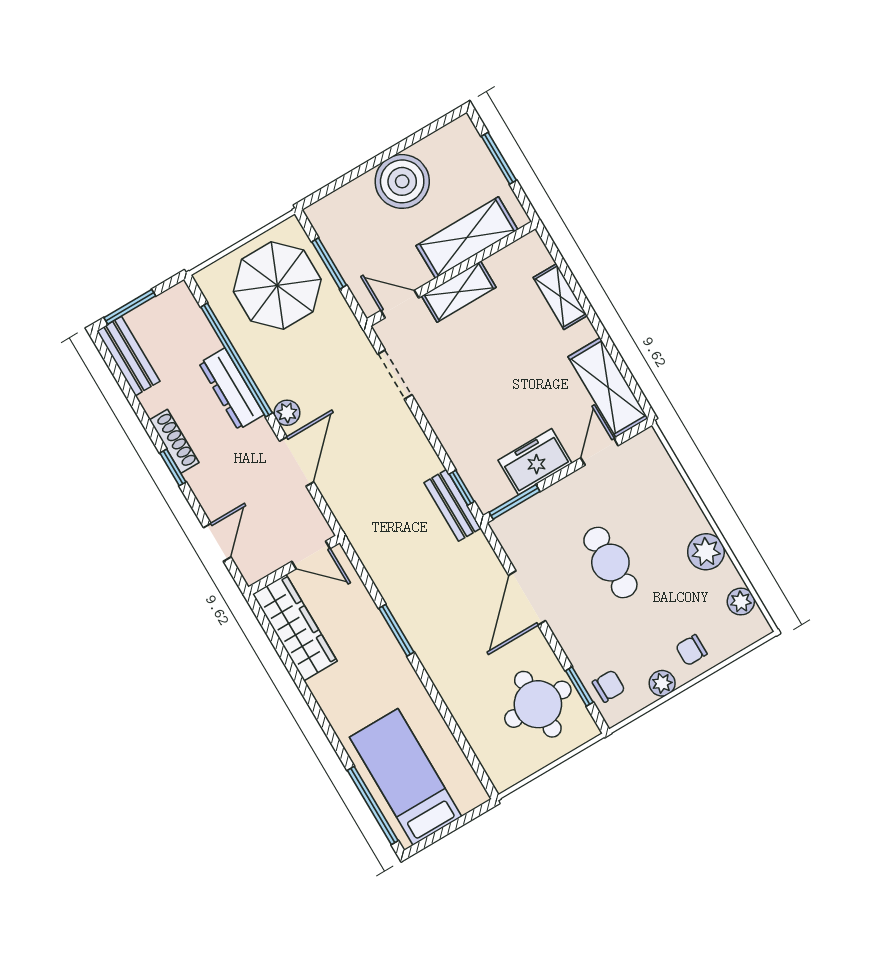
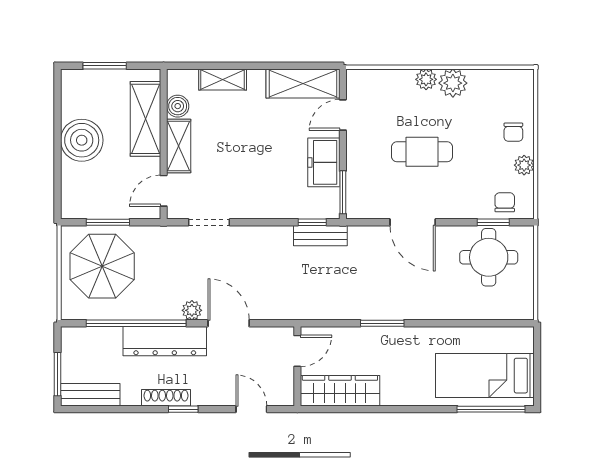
boiler: (502, 265) -> (178, 106), added
dresser: (231, 389) -> (165, 341), width x1.37, depth x1.24
door: (599, 452) -> (343, 115), hinge flipped
plant: (741, 602) -> (426, 79), moved

